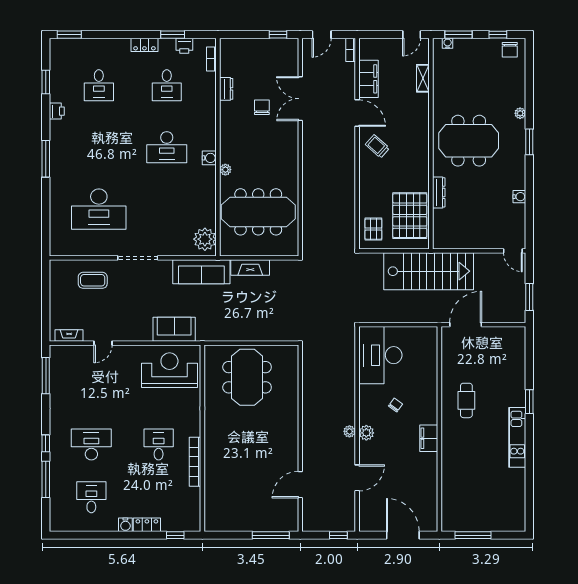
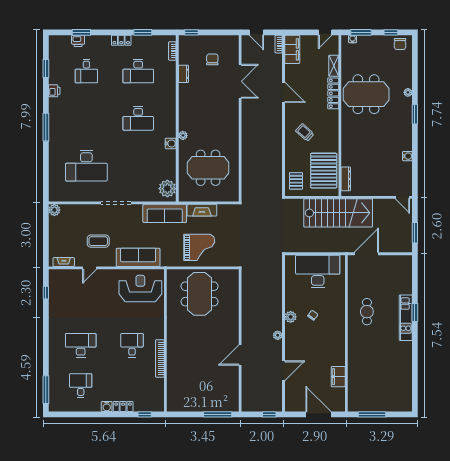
window: (69, 35) -> (81, 32), moved
window: (278, 35) -> (191, 32), moved
door: (322, 35) -> (256, 32), hinge flipped
printer: (184, 46) -> (78, 41), moved
filing cabinet: (368, 79) -> (292, 49), moved
desk: (167, 85) -> (138, 71), width x1.37
double door: (300, 99) -> (240, 81), swing flipped
chair: (262, 107) -> (212, 59), moved
locker: (422, 114) -> (333, 93), added
meeting table: (469, 141) -> (366, 94), moved
trolley: (377, 146) -> (305, 132), moved
water cooler: (209, 158) -> (171, 143), moved
dresser: (439, 192) -> (346, 179), moved
meeting table: (258, 212) -> (208, 168), width x0.73
plant: (57, 267) -> (54, 210), added
coffee table: (93, 280) -> (98, 241), moved
grand piano: (247, 316) -> (199, 247), added
sofa: (174, 329) -> (138, 257), width x1.36
desk: (380, 355) -> (318, 272), moved, turned 90
window: (46, 376) -> (46, 293), width x0.46
plant: (366, 433) -> (291, 317), moved
kitchen unit: (517, 437) -> (406, 318), moved
filing cabinet: (429, 438) -> (338, 377), moved
window: (46, 443) -> (46, 344), removed
window: (46, 479) -> (46, 390), moved
door: (300, 485) -> (240, 355), moved

